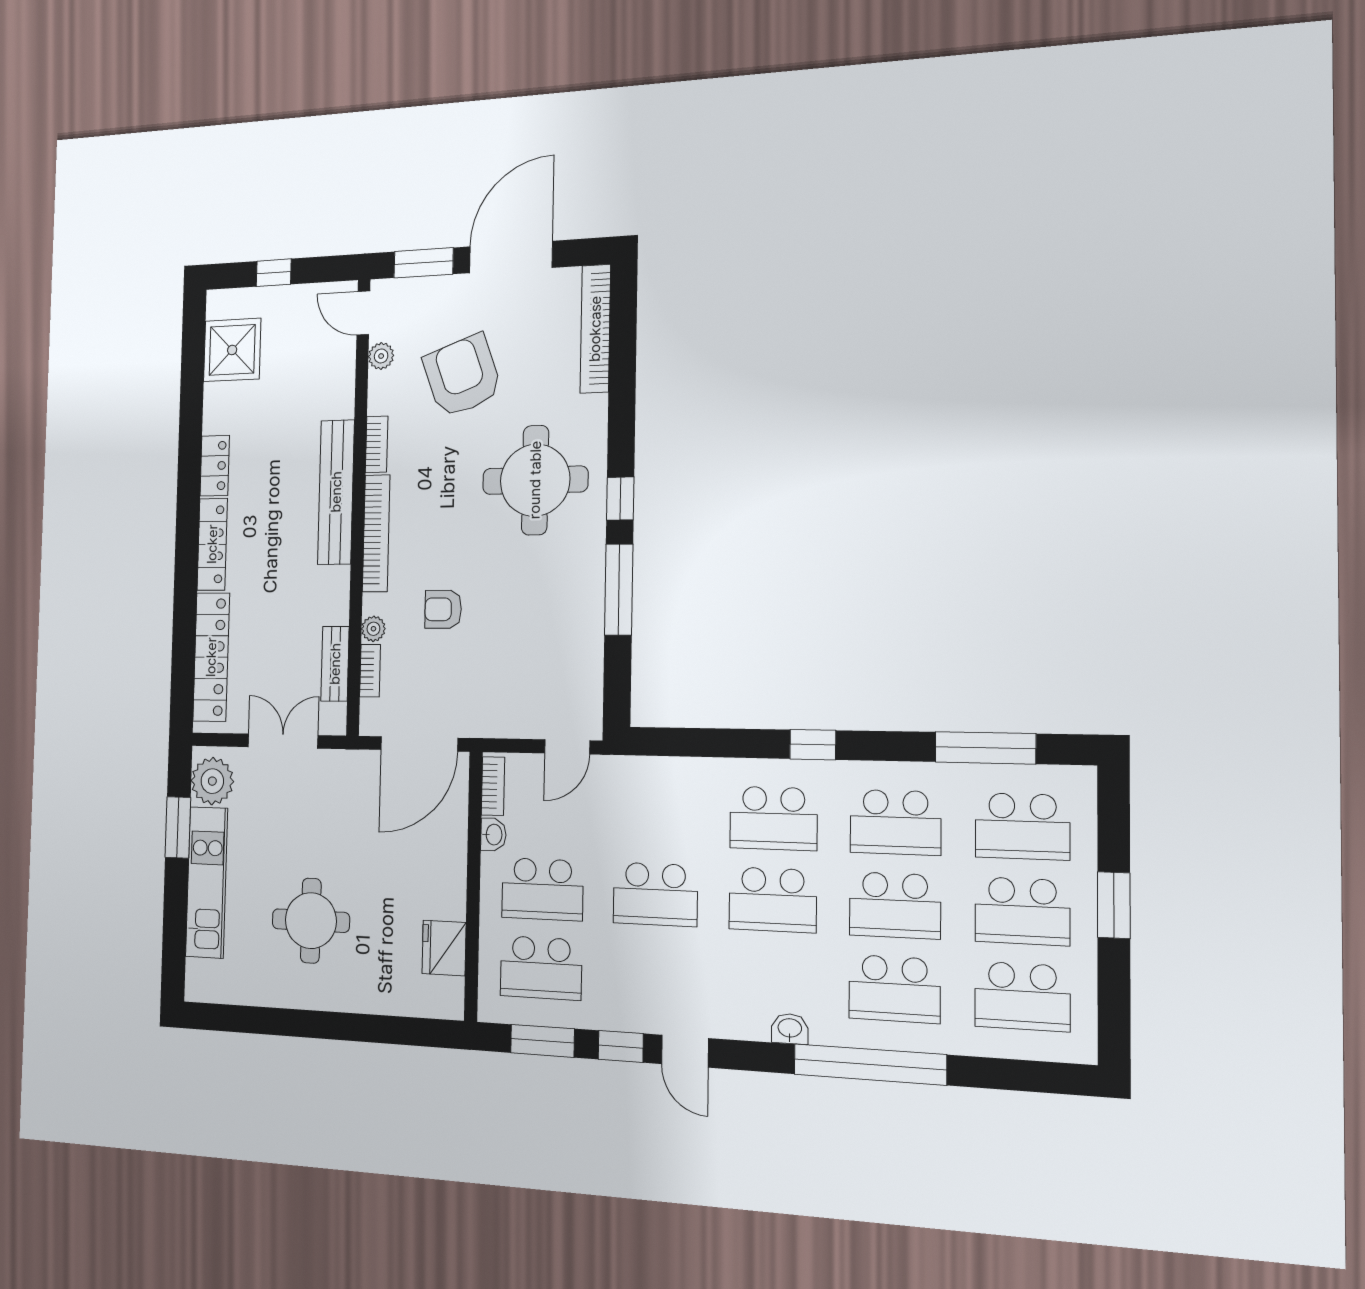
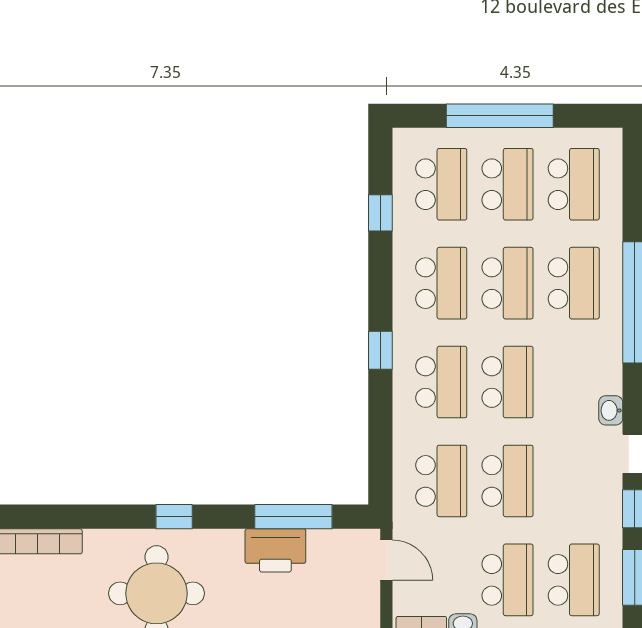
window: (619, 590) -> (293, 517), moved
printer: (580, 617) -> (275, 550), added
window: (985, 748) -> (380, 213), width x0.46
school desk: (656, 815) -> (441, 481), added
window: (1114, 905) -> (500, 116), width x2.11
washbasin: (790, 1029) -> (611, 410), moved

